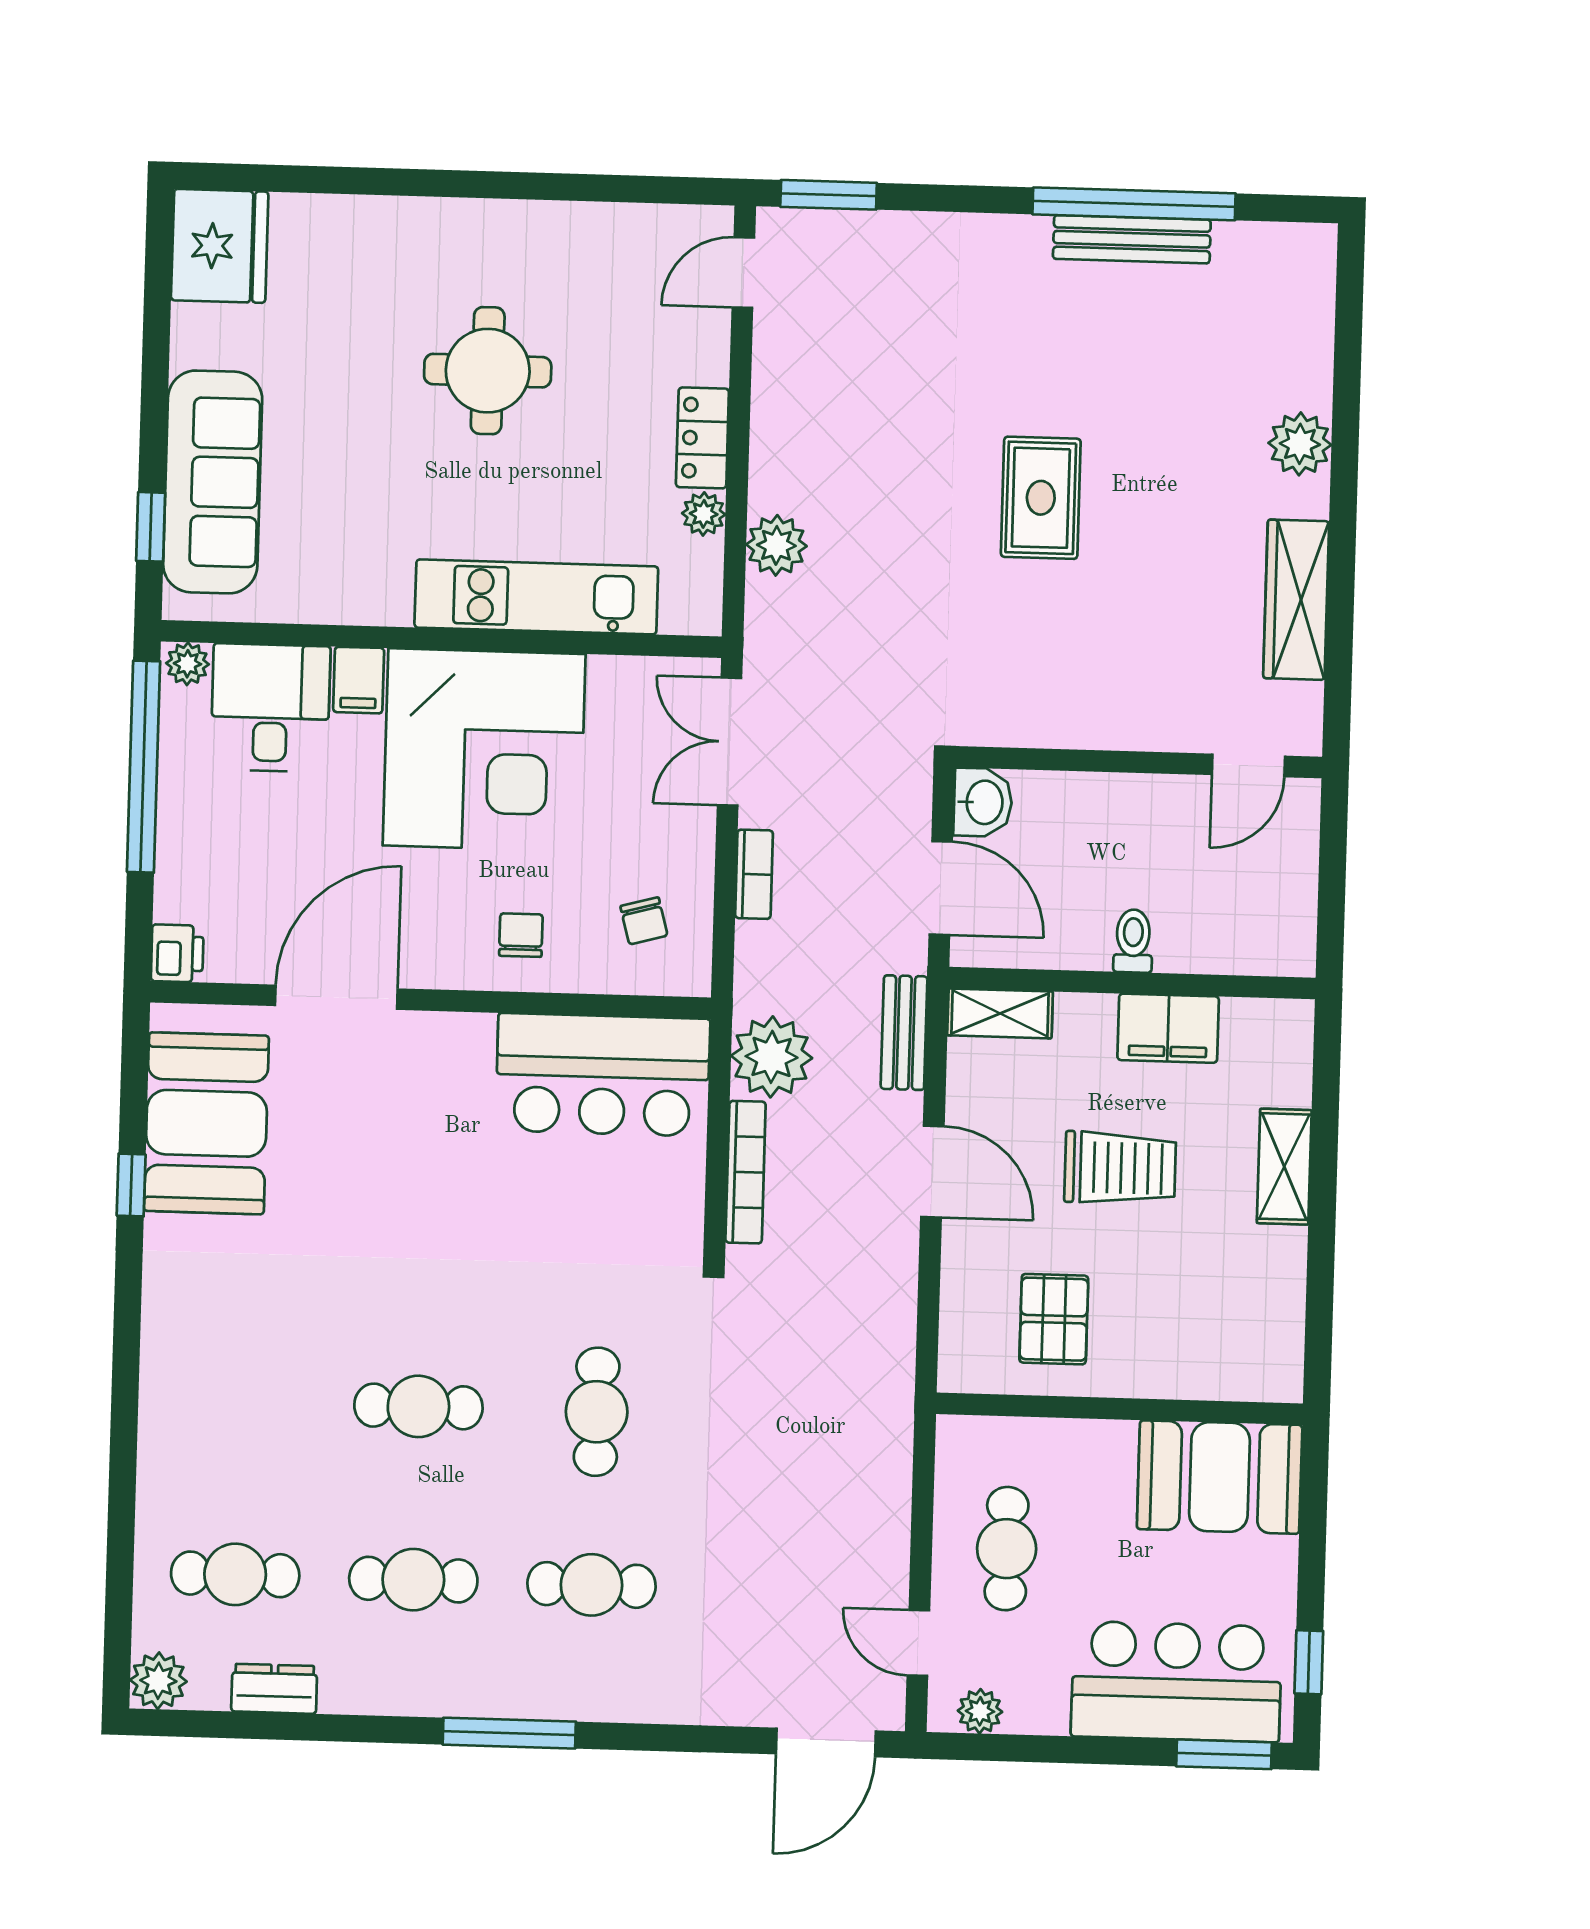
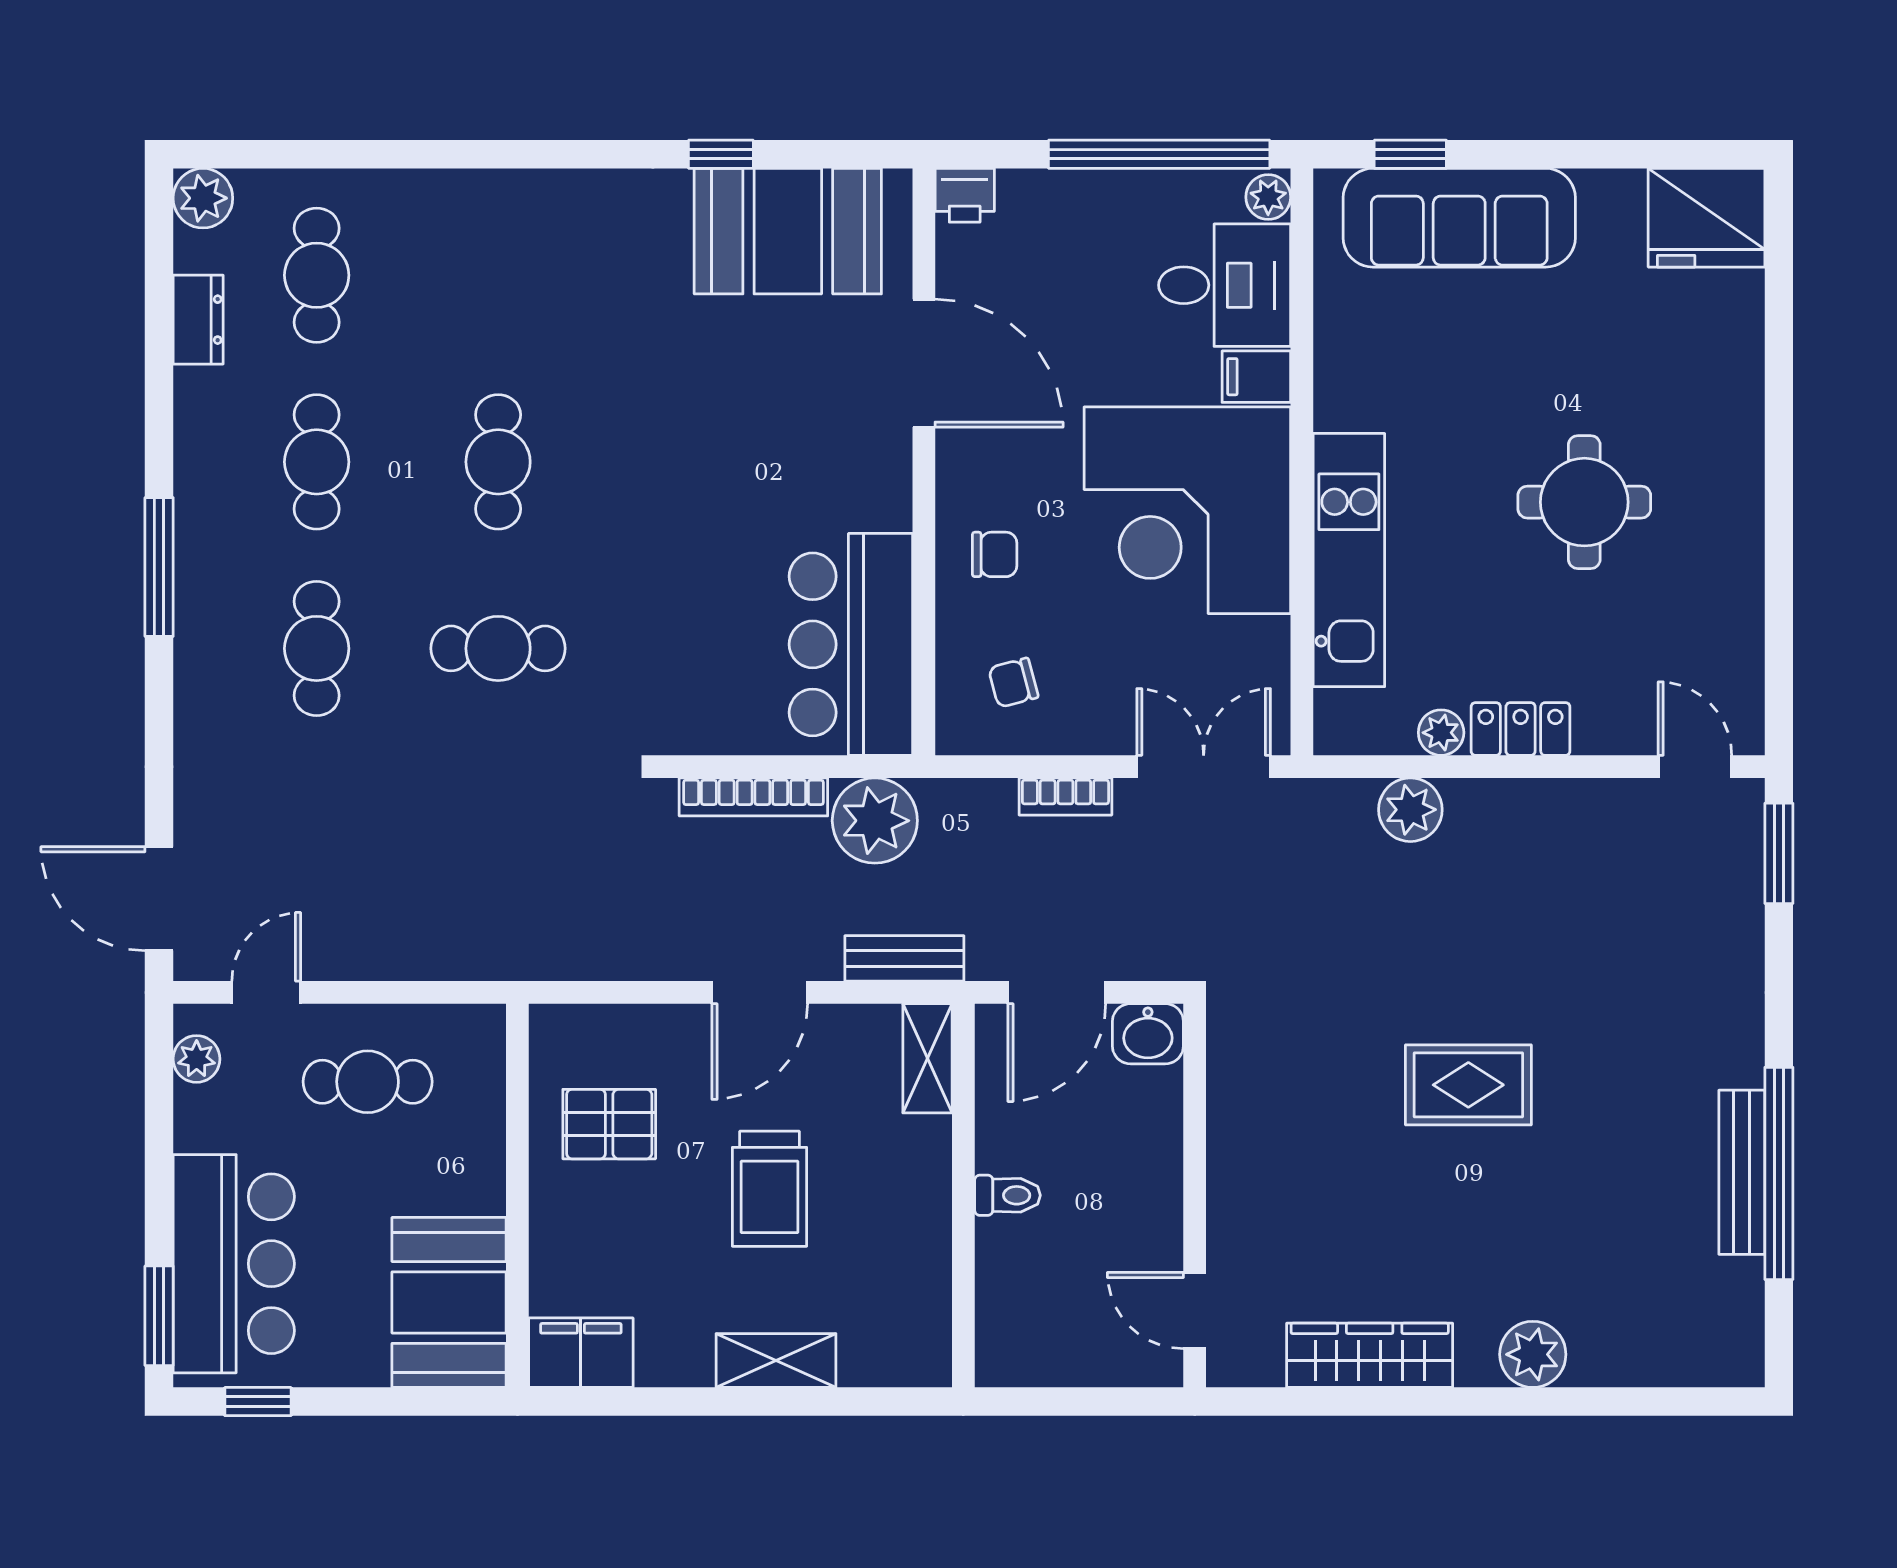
filing cabinet: (1168, 1028) -> (581, 1353), moved, turned 90

